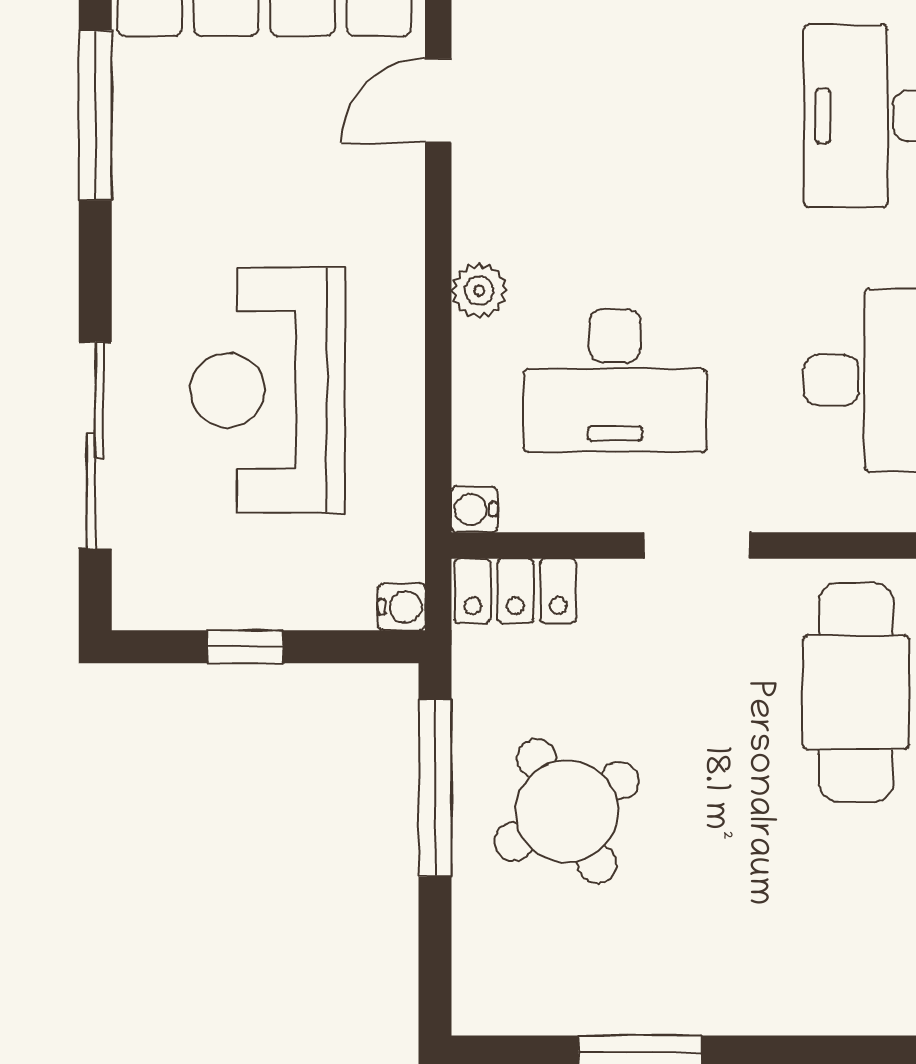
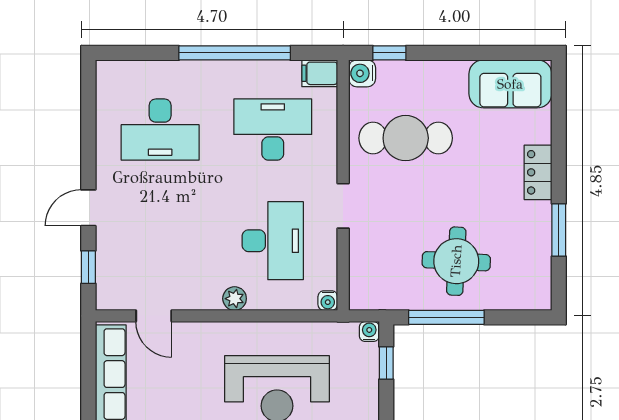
locker: (515, 591) -> (538, 172), moved, turned 180
window: (245, 647) -> (386, 363), moved
round table: (567, 811) -> (456, 261), turned 33

